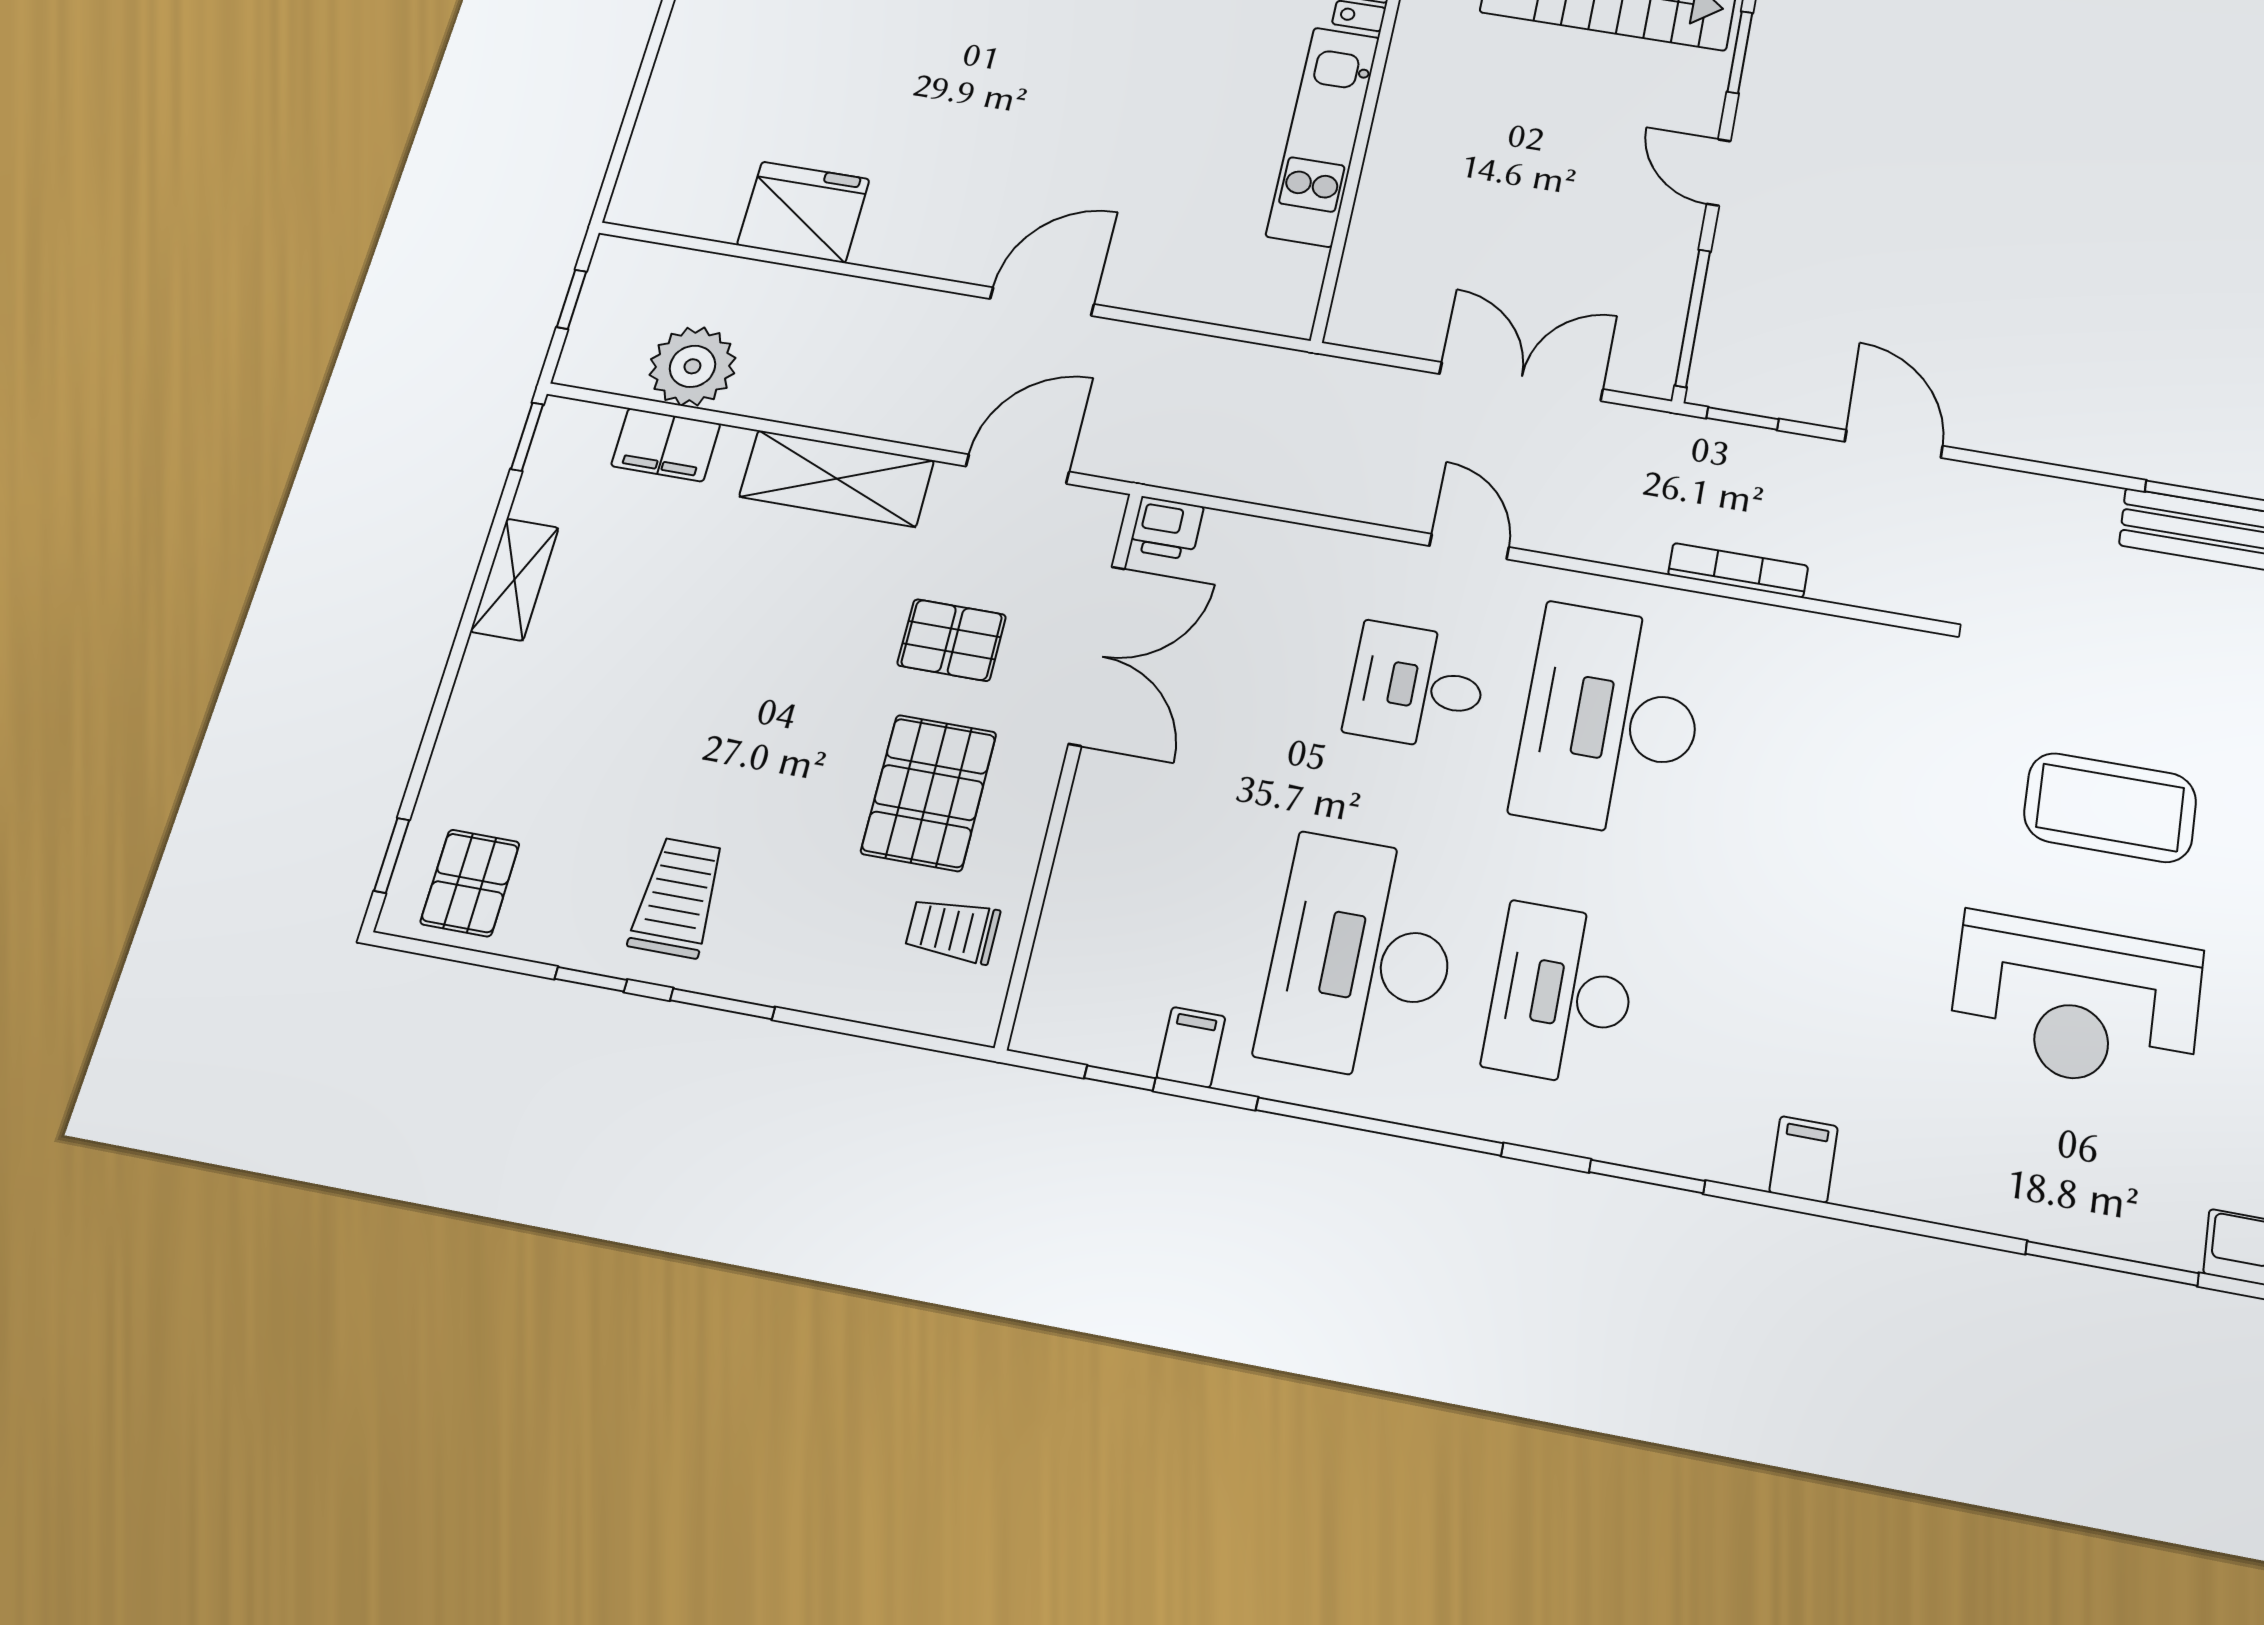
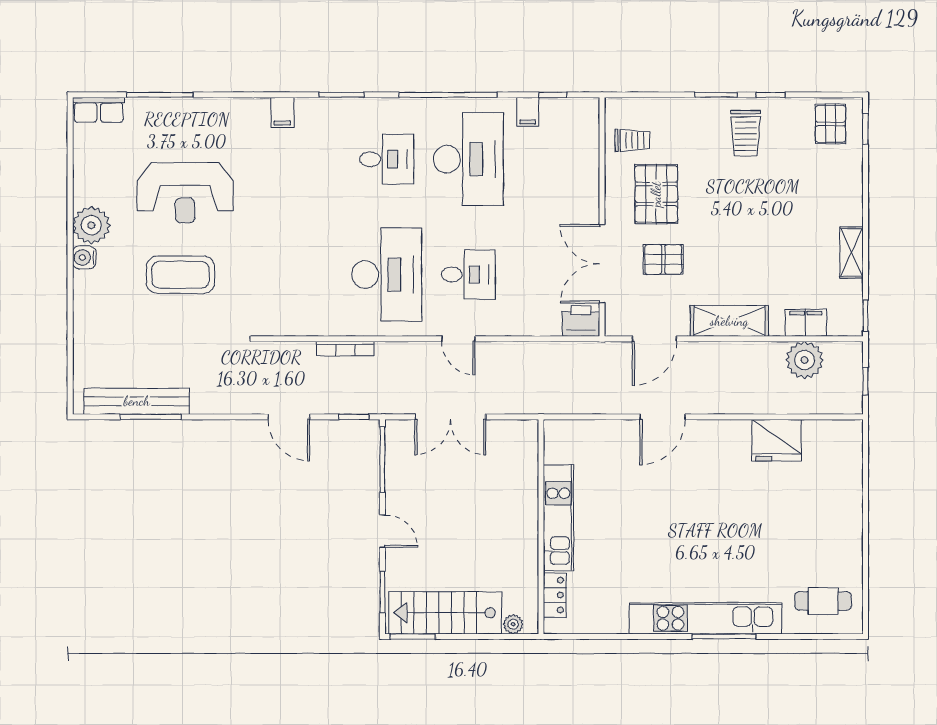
printer: (1166, 528) -> (581, 321), width x1.36, depth x1.24
desk: (1562, 994) -> (387, 159), width x0.73
reception desk: (2076, 1003) -> (185, 193), turned 180

